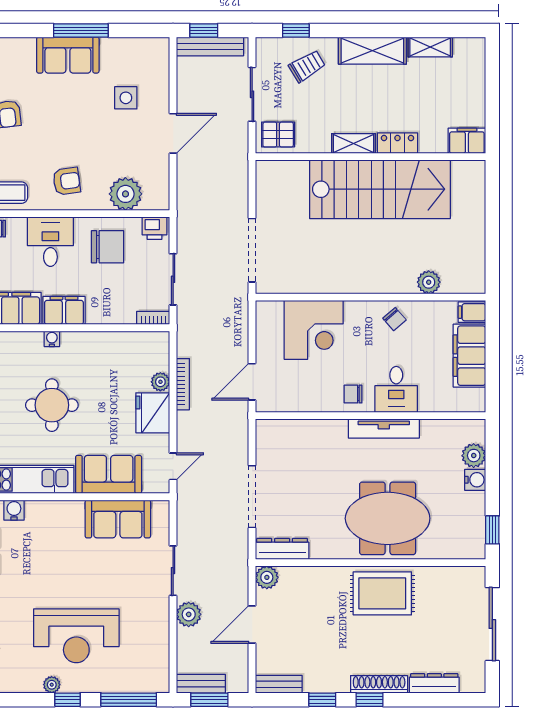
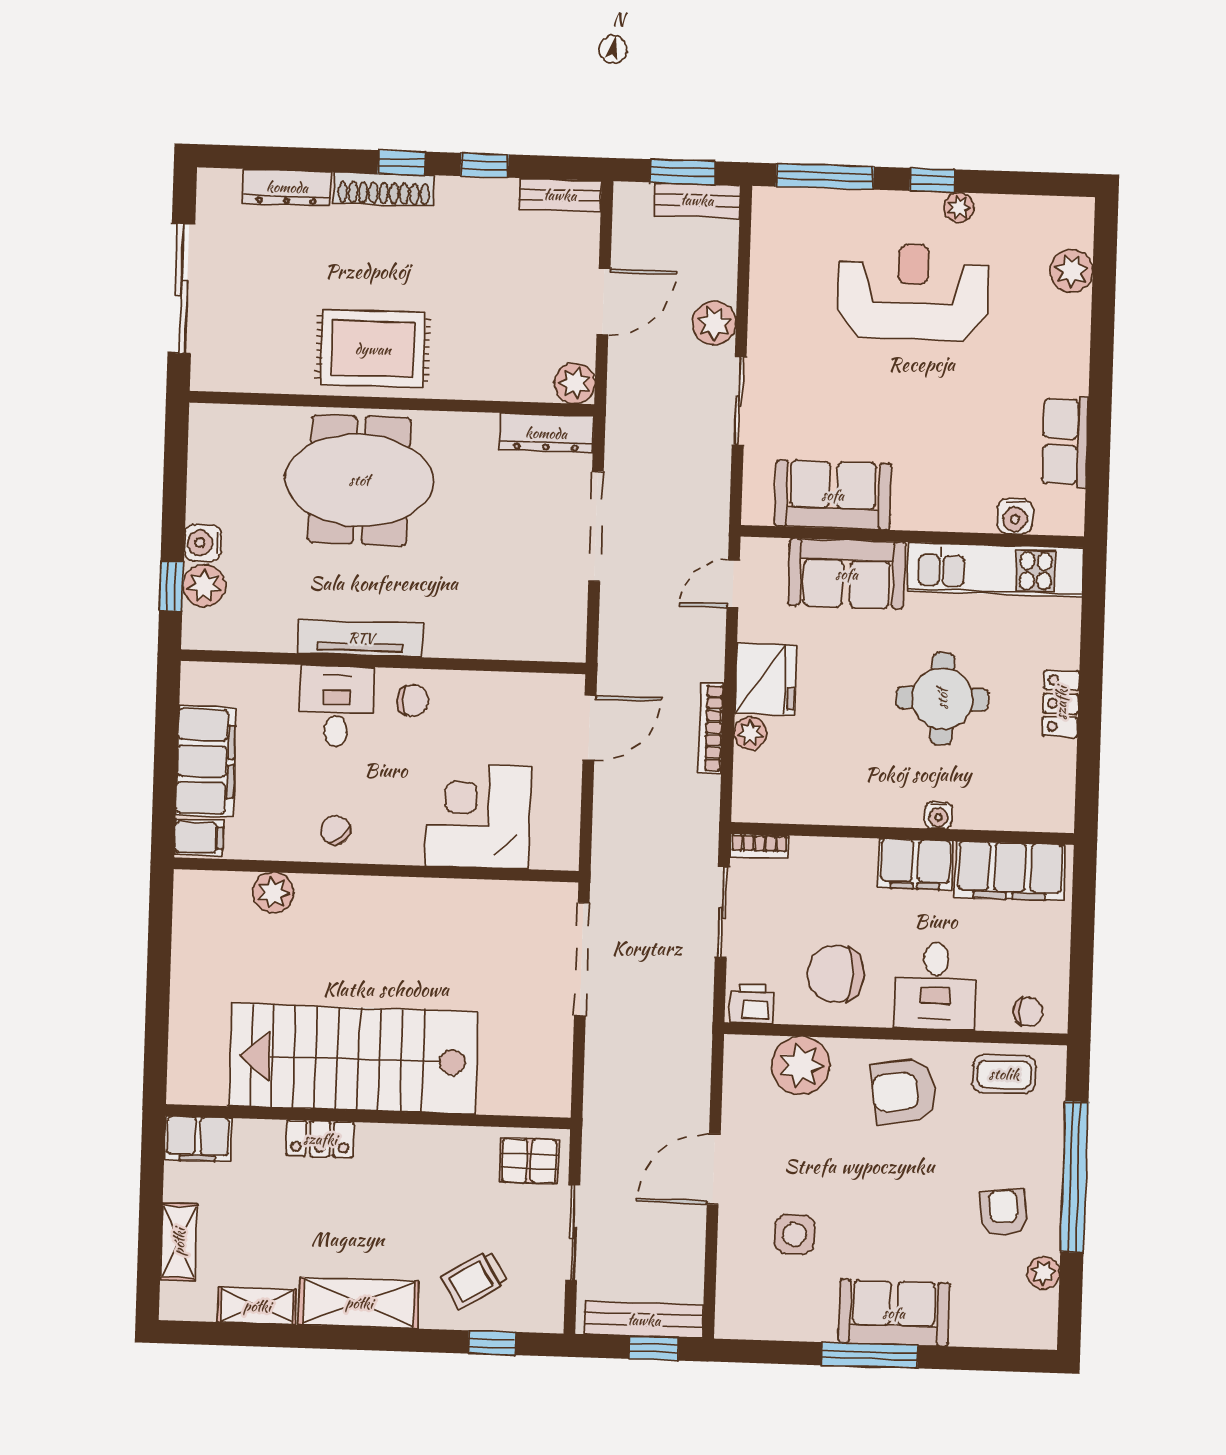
shelving: (354, 143) -> (179, 1242), moved, turned 90
armchair: (67, 181) -> (904, 1091), width x1.38, depth x1.38
window: (492, 530) -> (171, 586), moved

